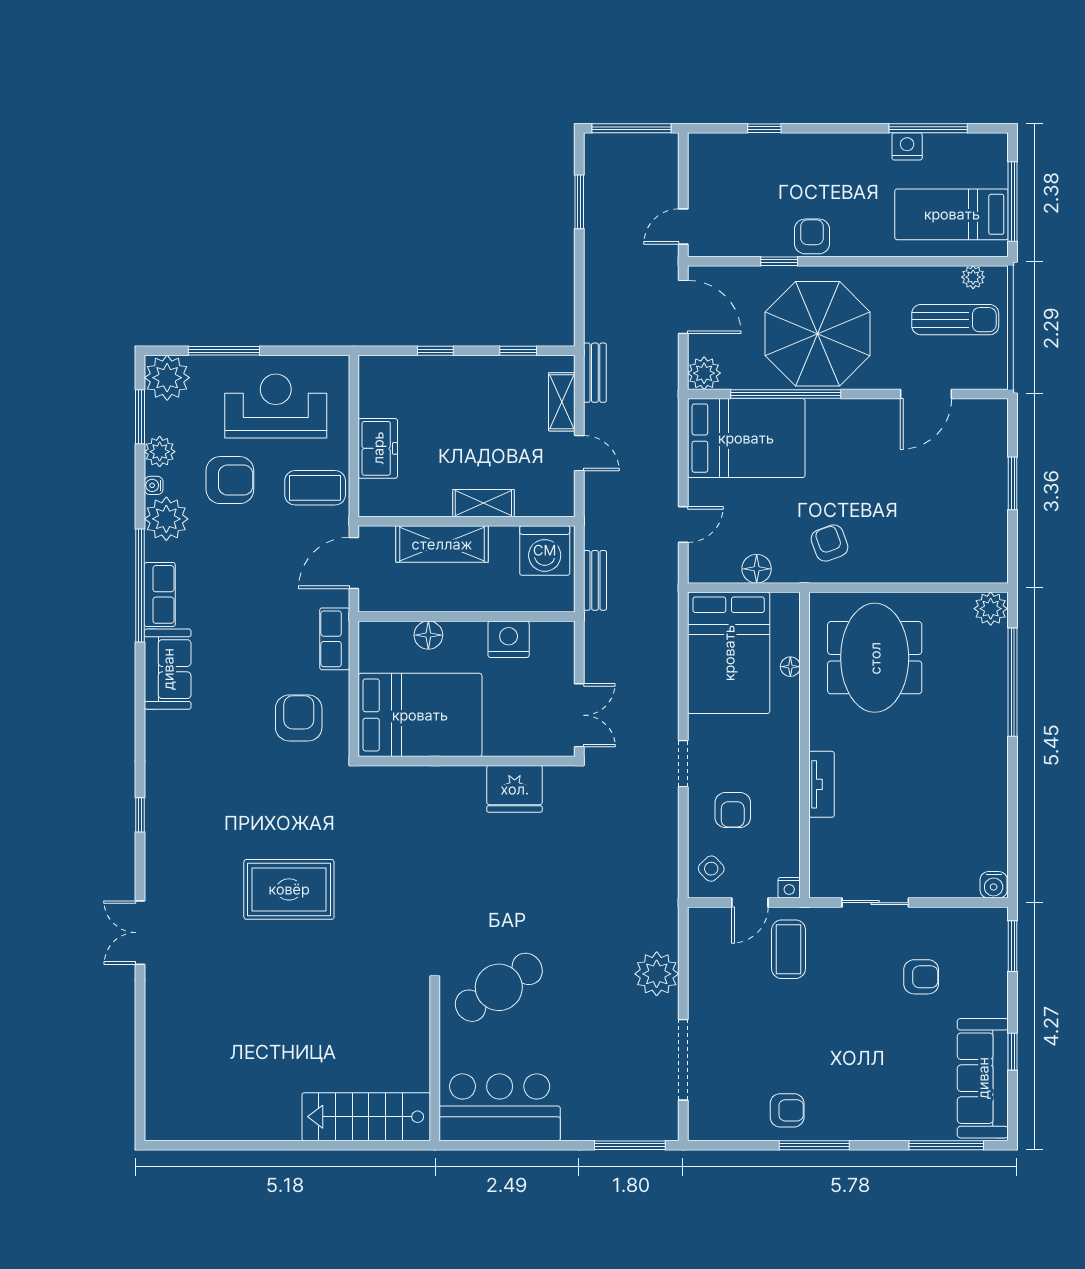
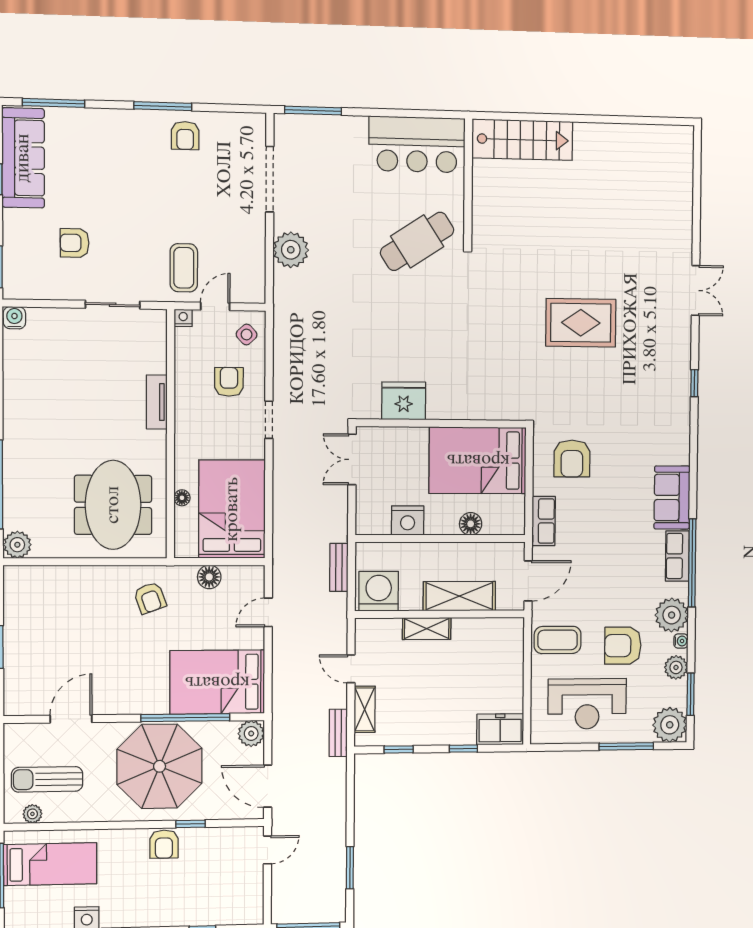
freezer: (378, 448) -> (500, 729), moved, turned 90
armchair: (787, 1110) -> (185, 136), turned -90

